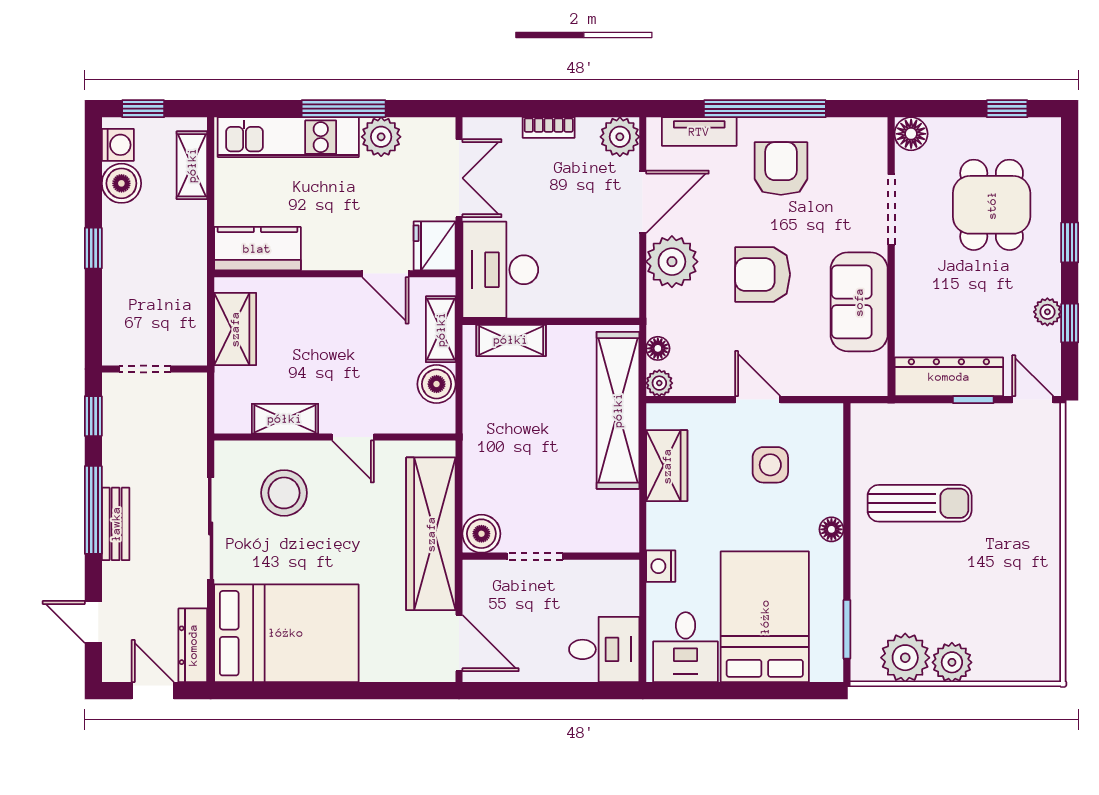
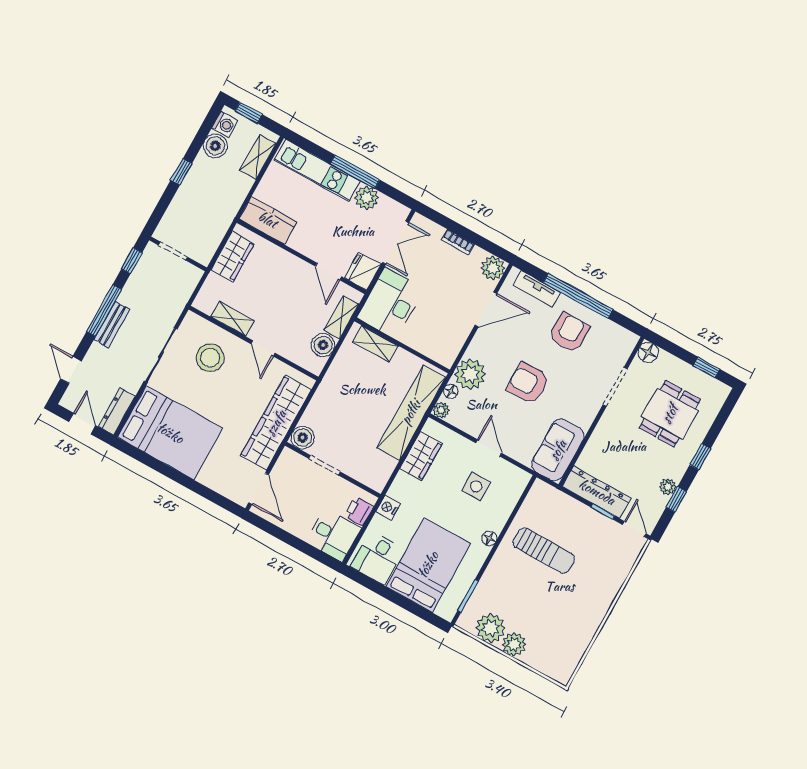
plant: (672, 262) -> (470, 374), moved
sofa: (859, 302) -> (558, 450), moved
printer: (622, 595) -> (359, 511), added

